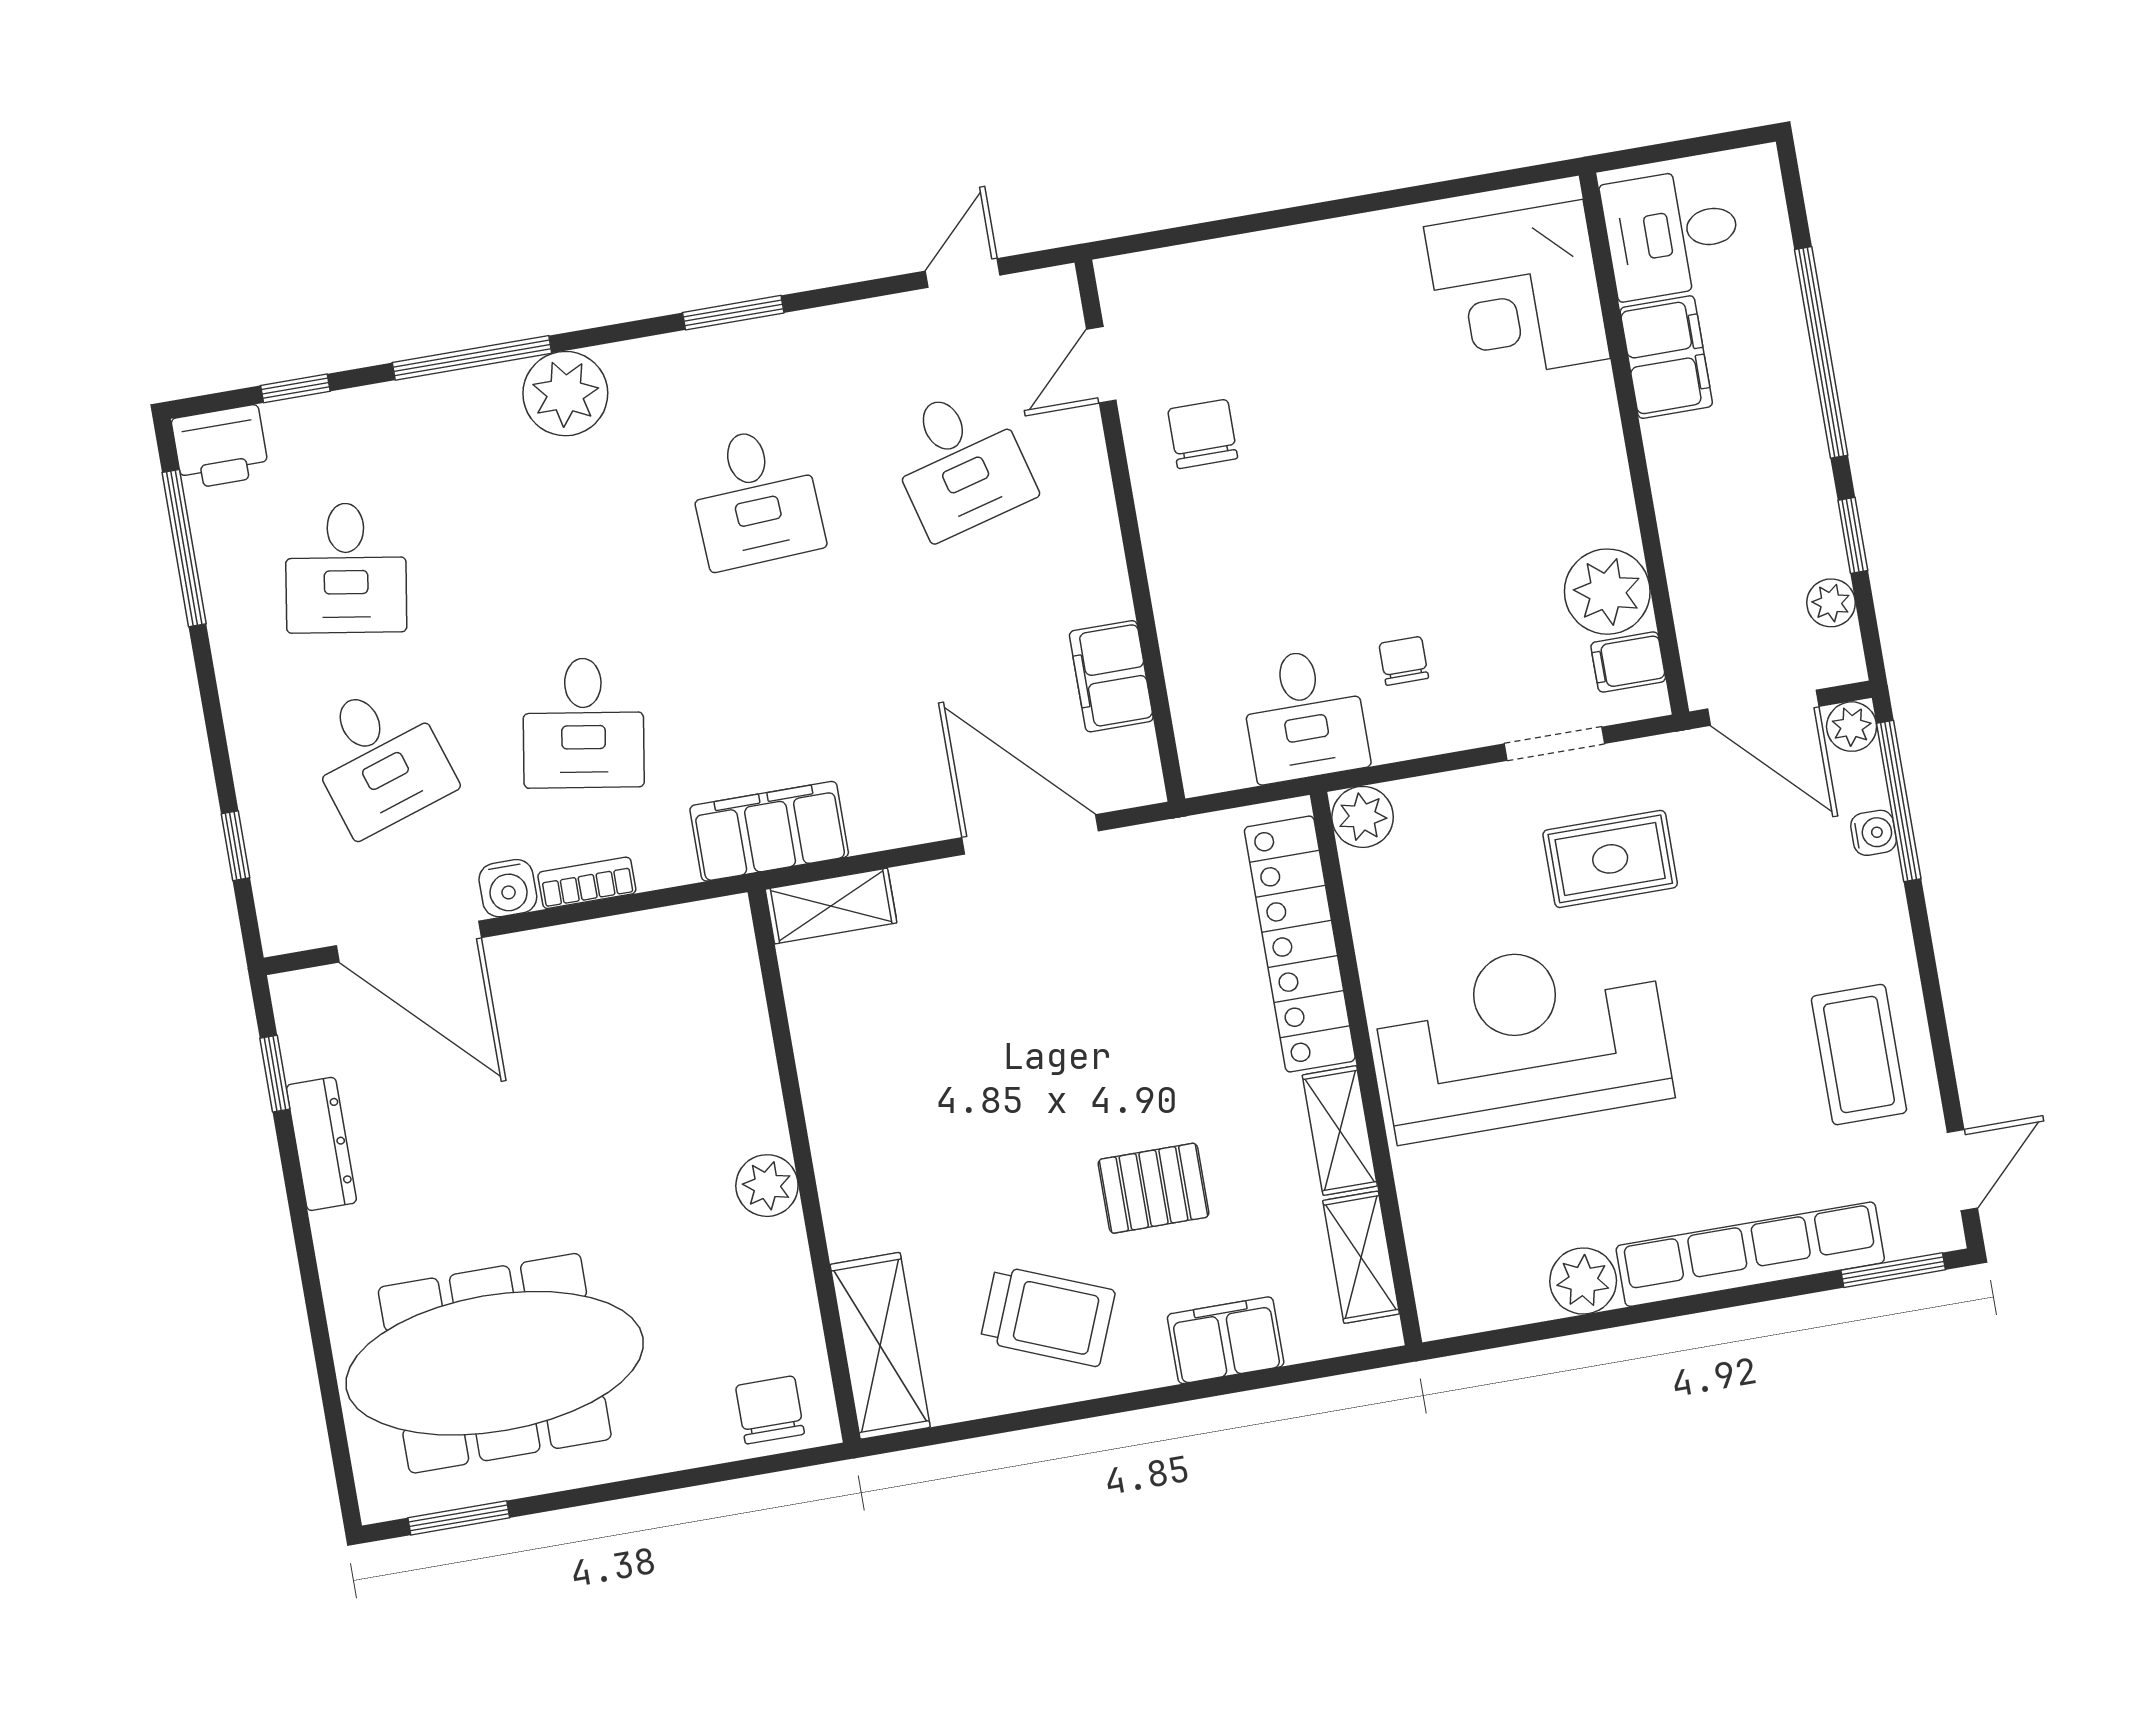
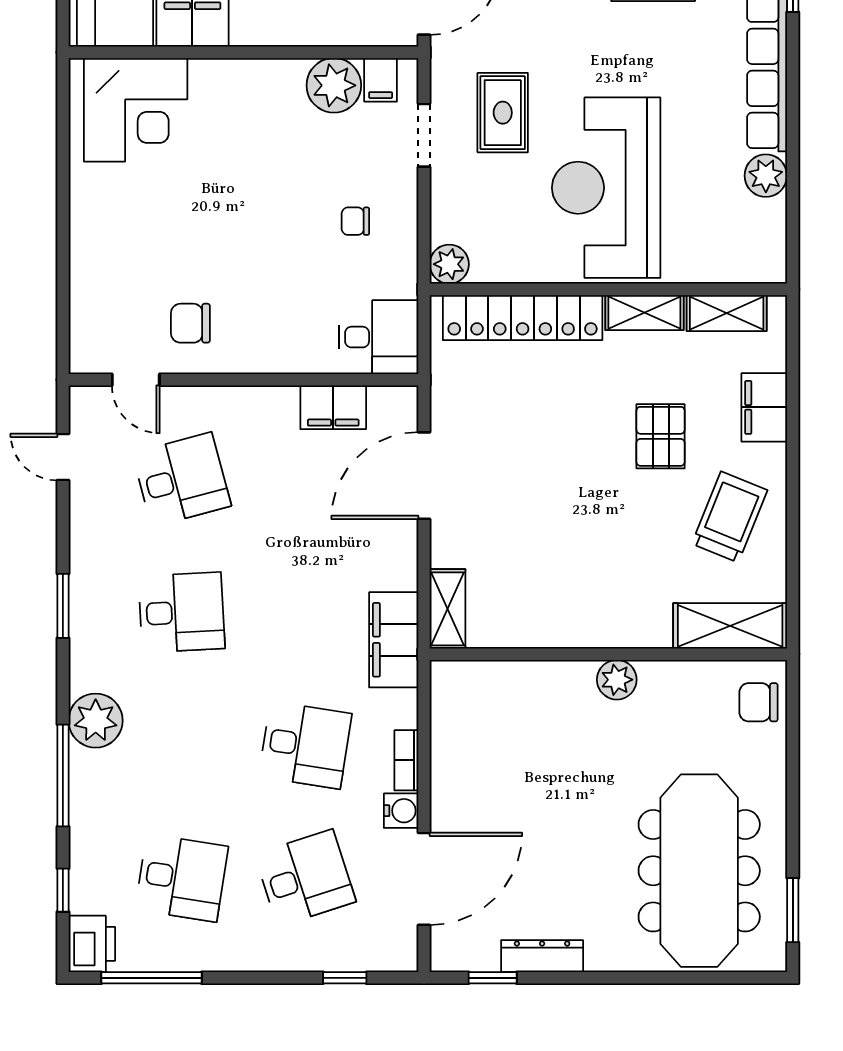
desk: (1304, 715) -> (379, 337), moved

